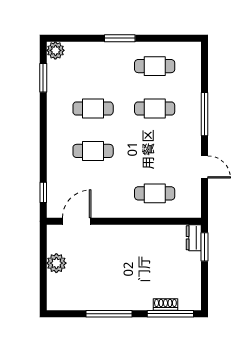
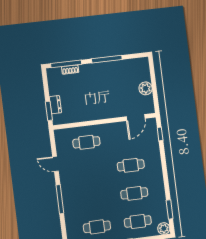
cafe table: (155, 109) -> (138, 221), moved
dresser: (194, 238) -> (55, 105), moved

